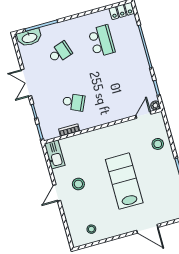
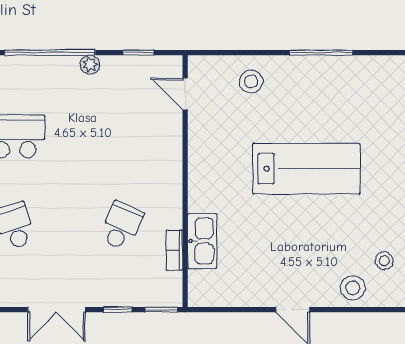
plant: (155, 105) -> (90, 65), moved
kitchen sink: (55, 155) -> (202, 241), moved, turned 90
lab bench: (124, 181) -> (306, 169), turned 180
stool: (78, 184) -> (353, 288), moved

